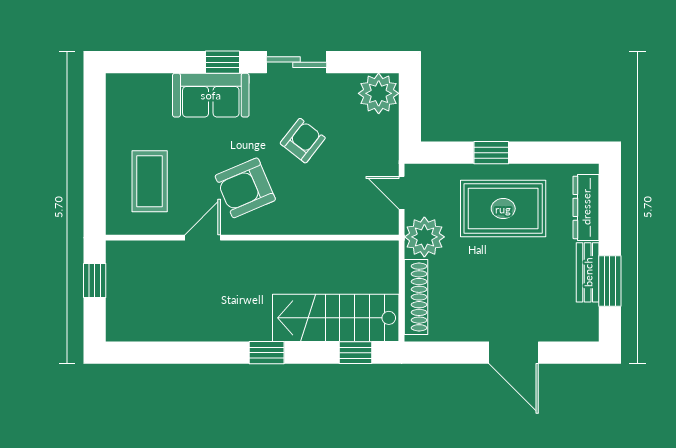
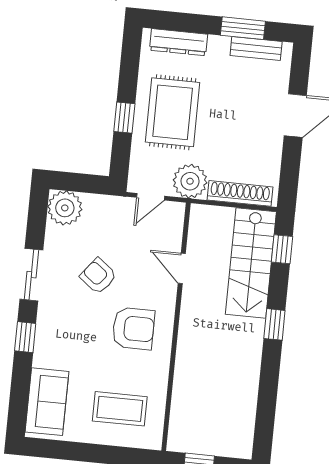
sofa: (211, 95) -> (47, 402), moved
armchair: (245, 188) -> (133, 328), turned -67
door: (203, 238) -> (182, 268), moved
bench: (588, 272) -> (256, 49), moved

